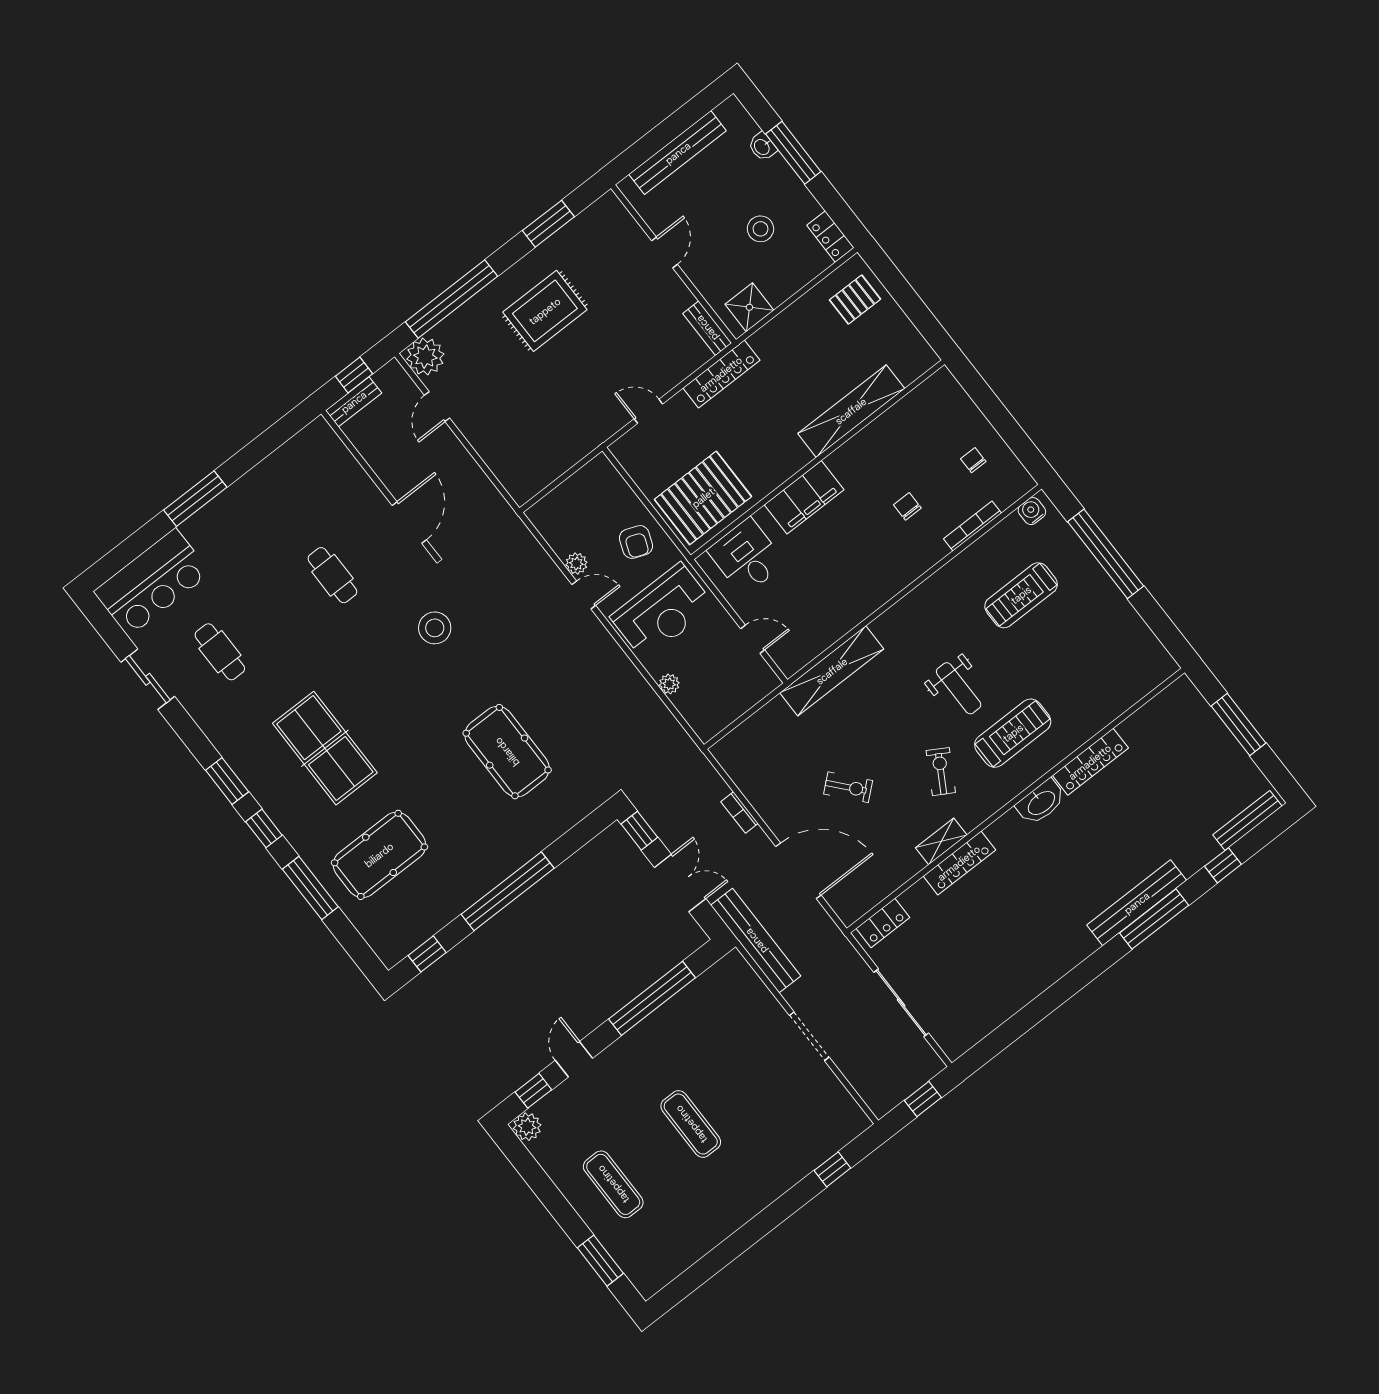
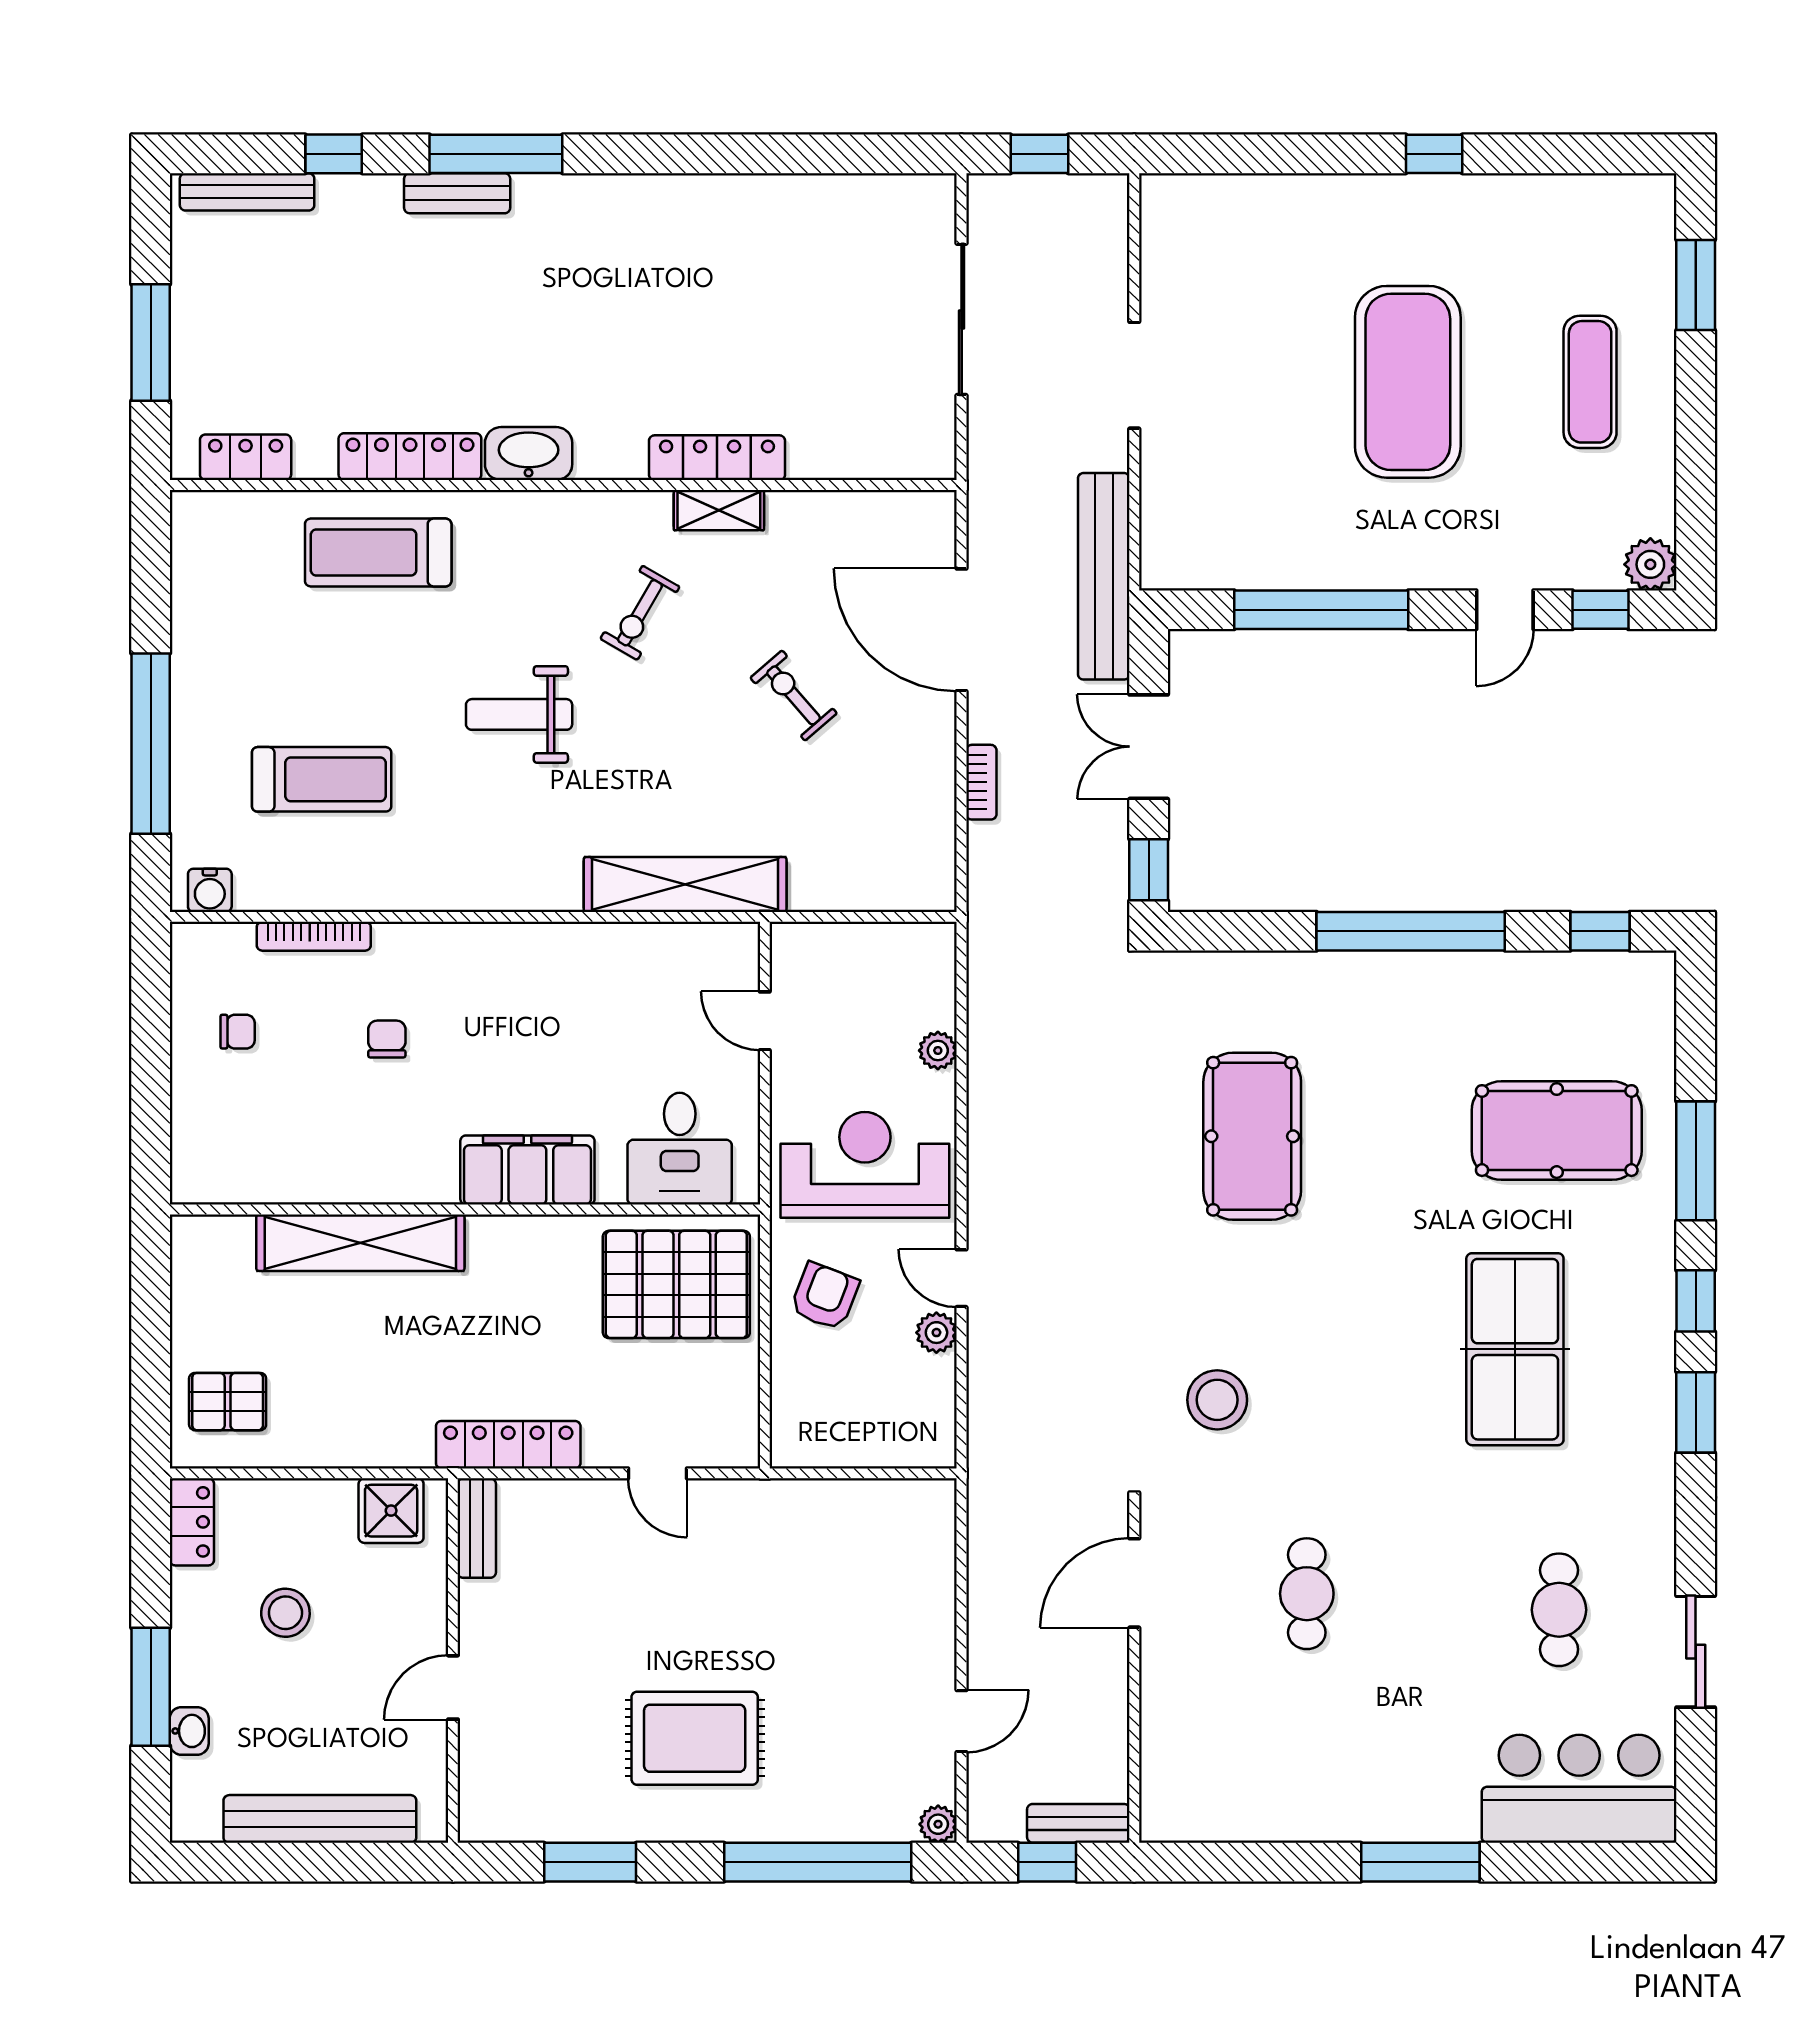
plant: (425, 357) -> (938, 1824), width x0.53, depth x0.53
chair: (973, 460) -> (238, 1032), turned -90
chair: (907, 506) -> (387, 1039), turned 180
weight bench: (959, 688) -> (519, 714), turned -90
treadmill: (1013, 733) -> (378, 552), moved
bench: (1137, 903) -> (457, 193), width x0.54, depth x0.82
locker: (883, 923) -> (246, 457), moved
exercise mat: (691, 1124) -> (1408, 382), width x2.00, depth x1.45
window: (832, 1169) -> (1434, 154), moved

